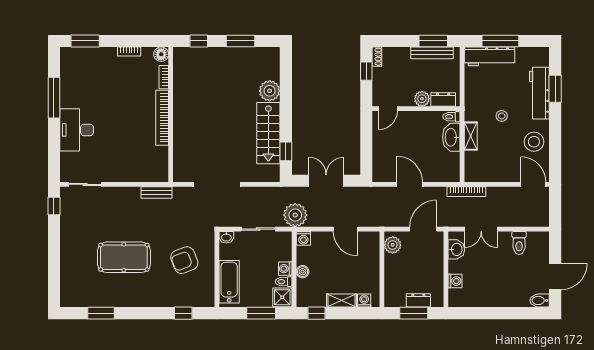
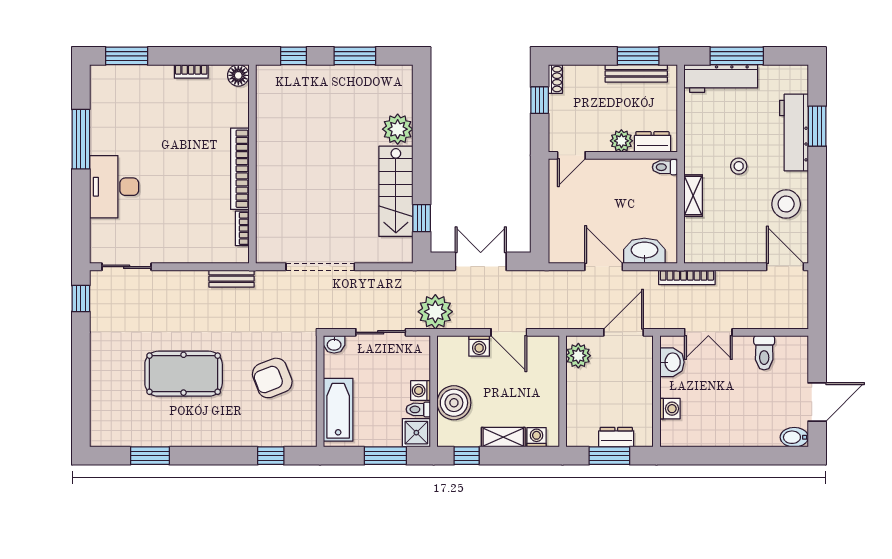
bookcase: (164, 77) -> (242, 228), moved
washbasin: (451, 137) -> (644, 251), moved, turned 90
washing machine: (303, 238) -> (479, 346), moved
boiler: (303, 272) -> (454, 403), width x1.86, depth x1.86

